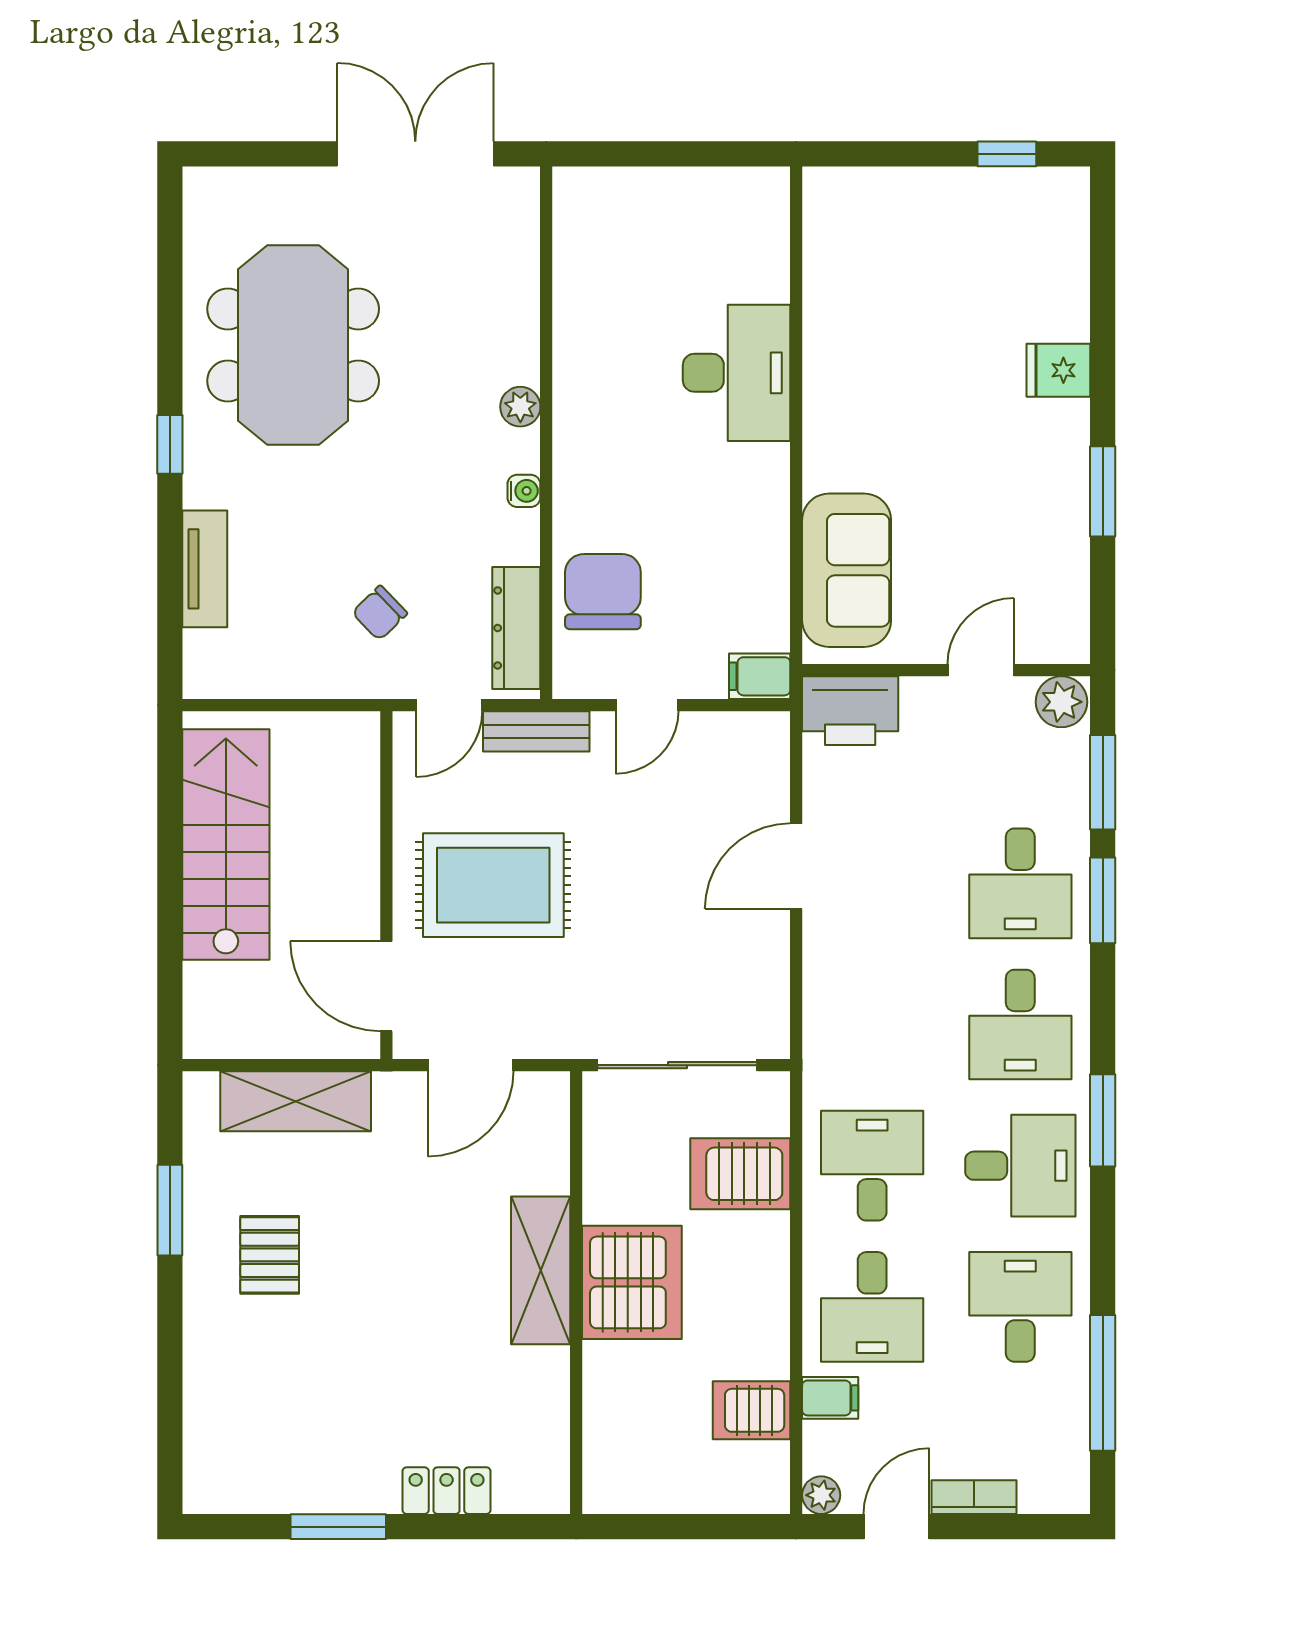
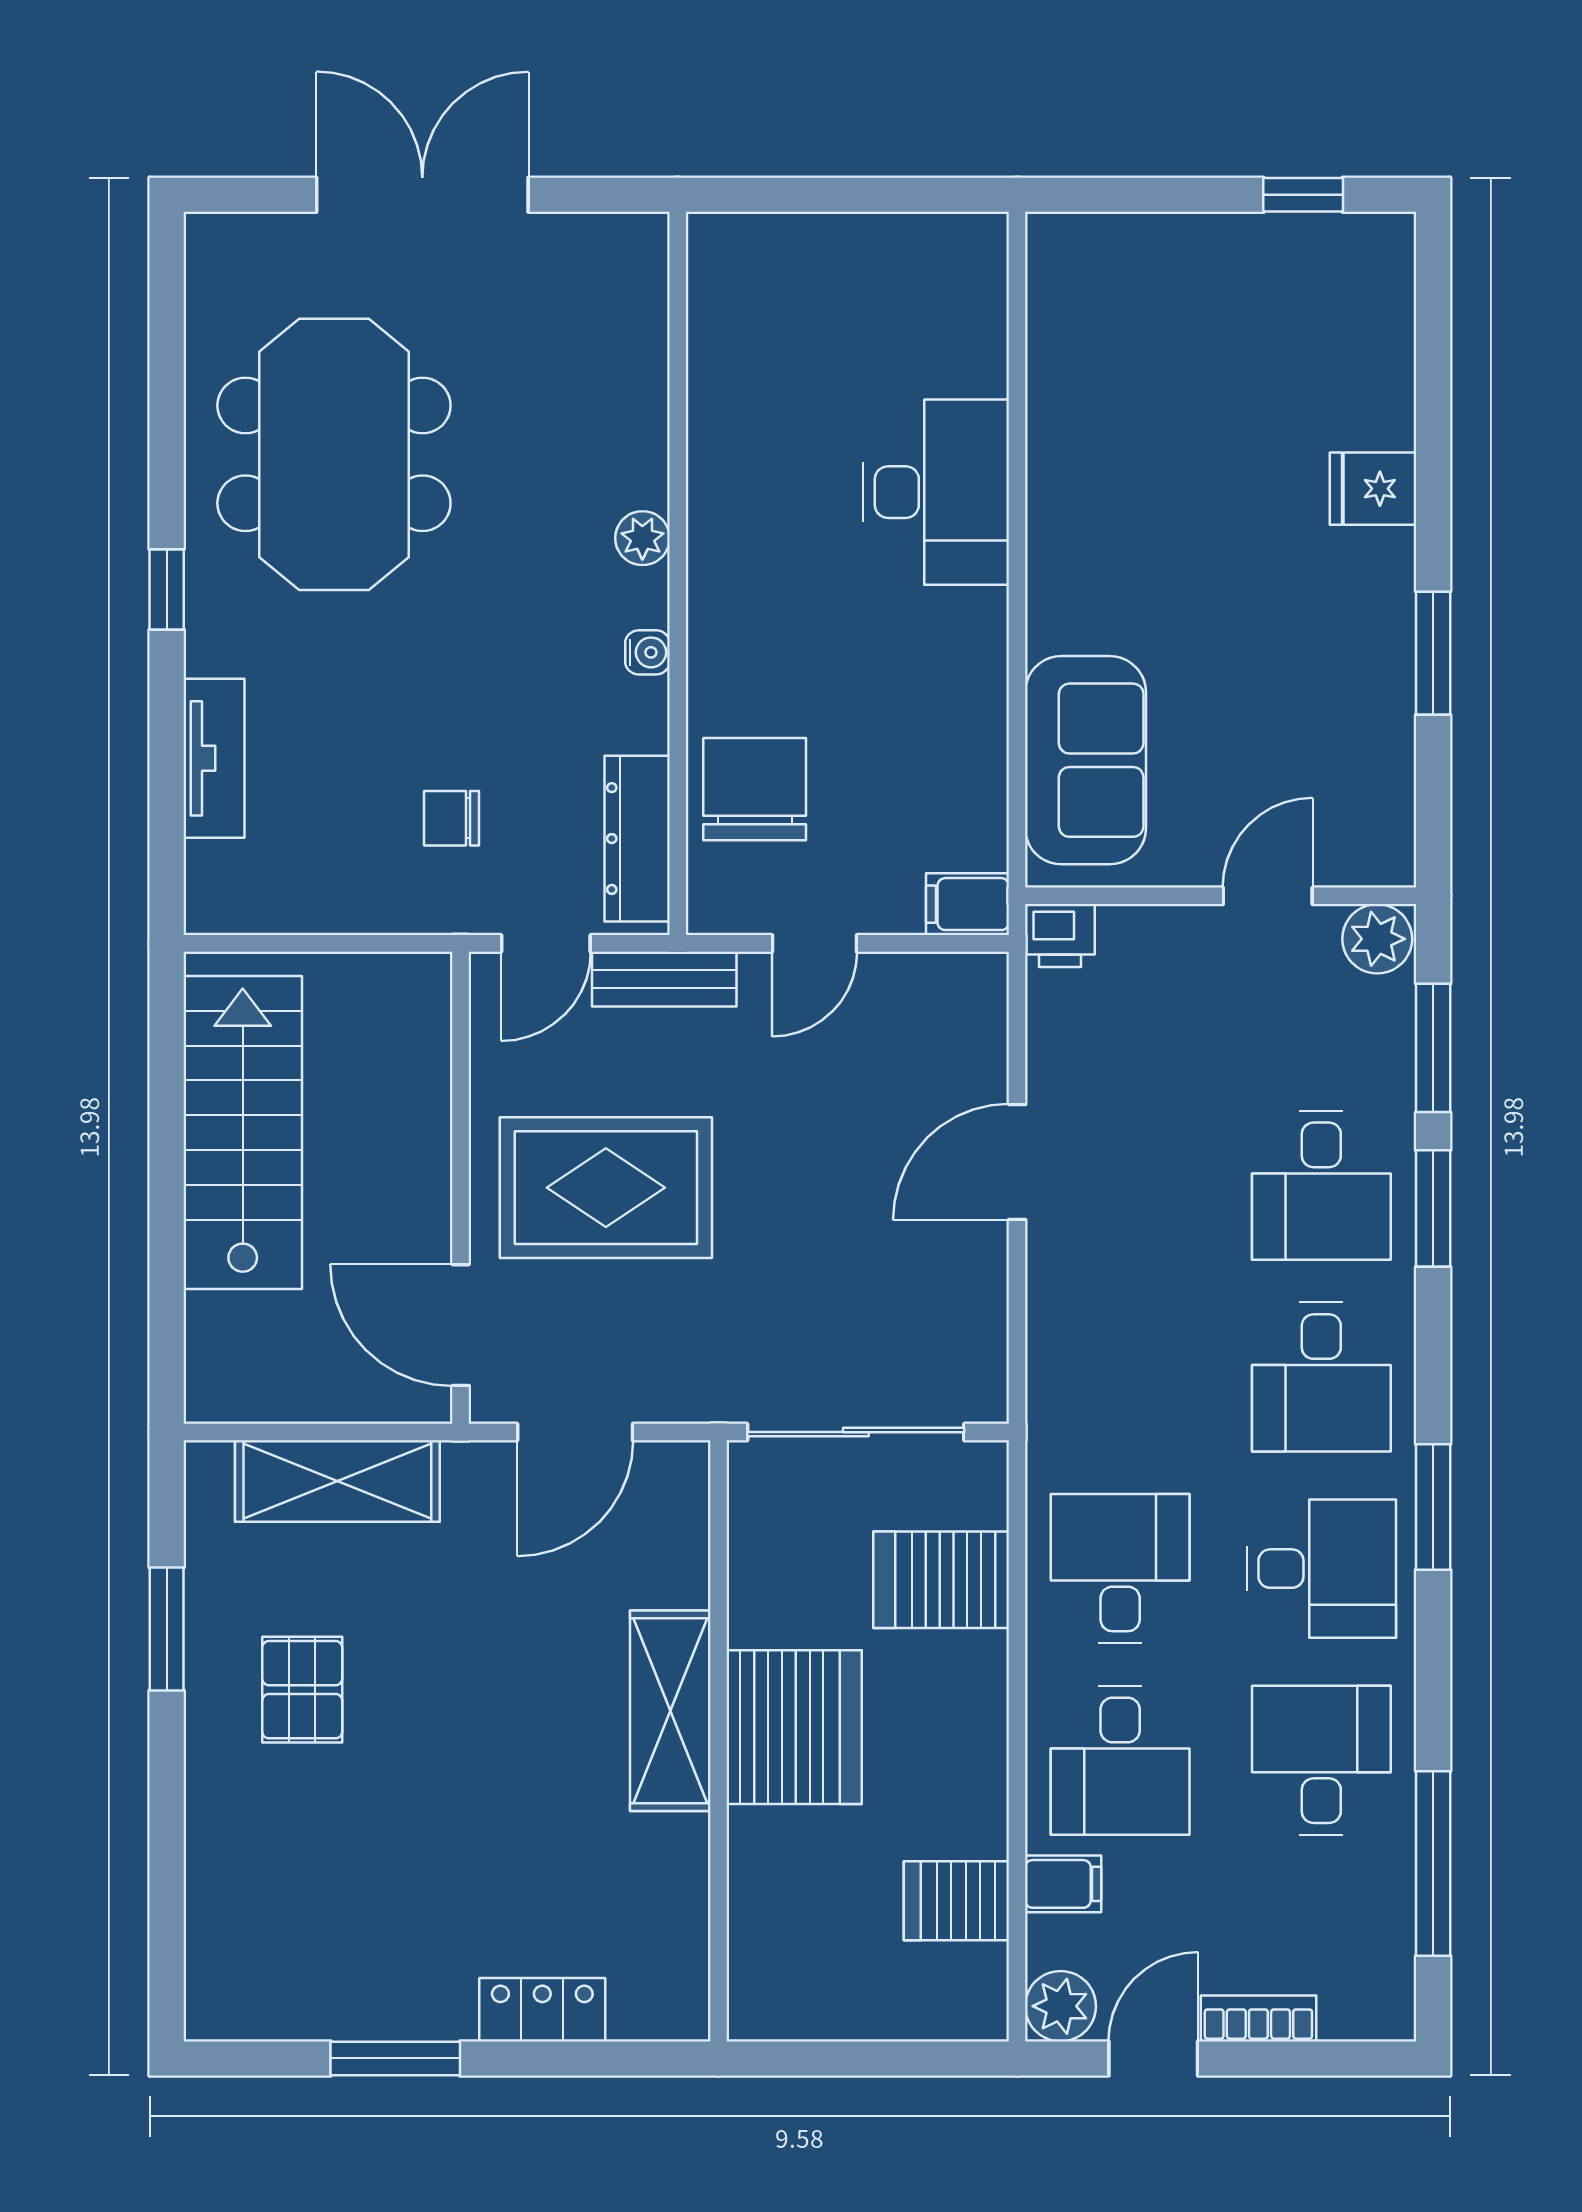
double door: (415, 154) -> (422, 195), moved
chair: (380, 613) -> (452, 818), turned 44
printer: (850, 711) -> (1060, 936), width x0.53, depth x0.68
plant: (821, 1495) -> (1061, 2006), width x1.38, depth x1.38

